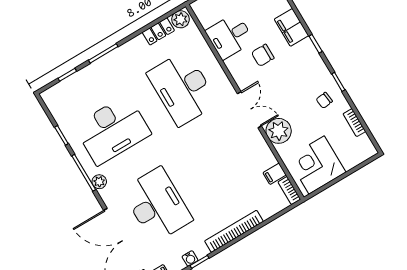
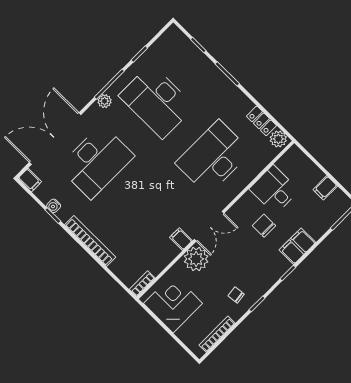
bookcase: (354, 123) -> (217, 334), width x1.56
filing cabinet: (275, 174) -> (181, 239), moved

